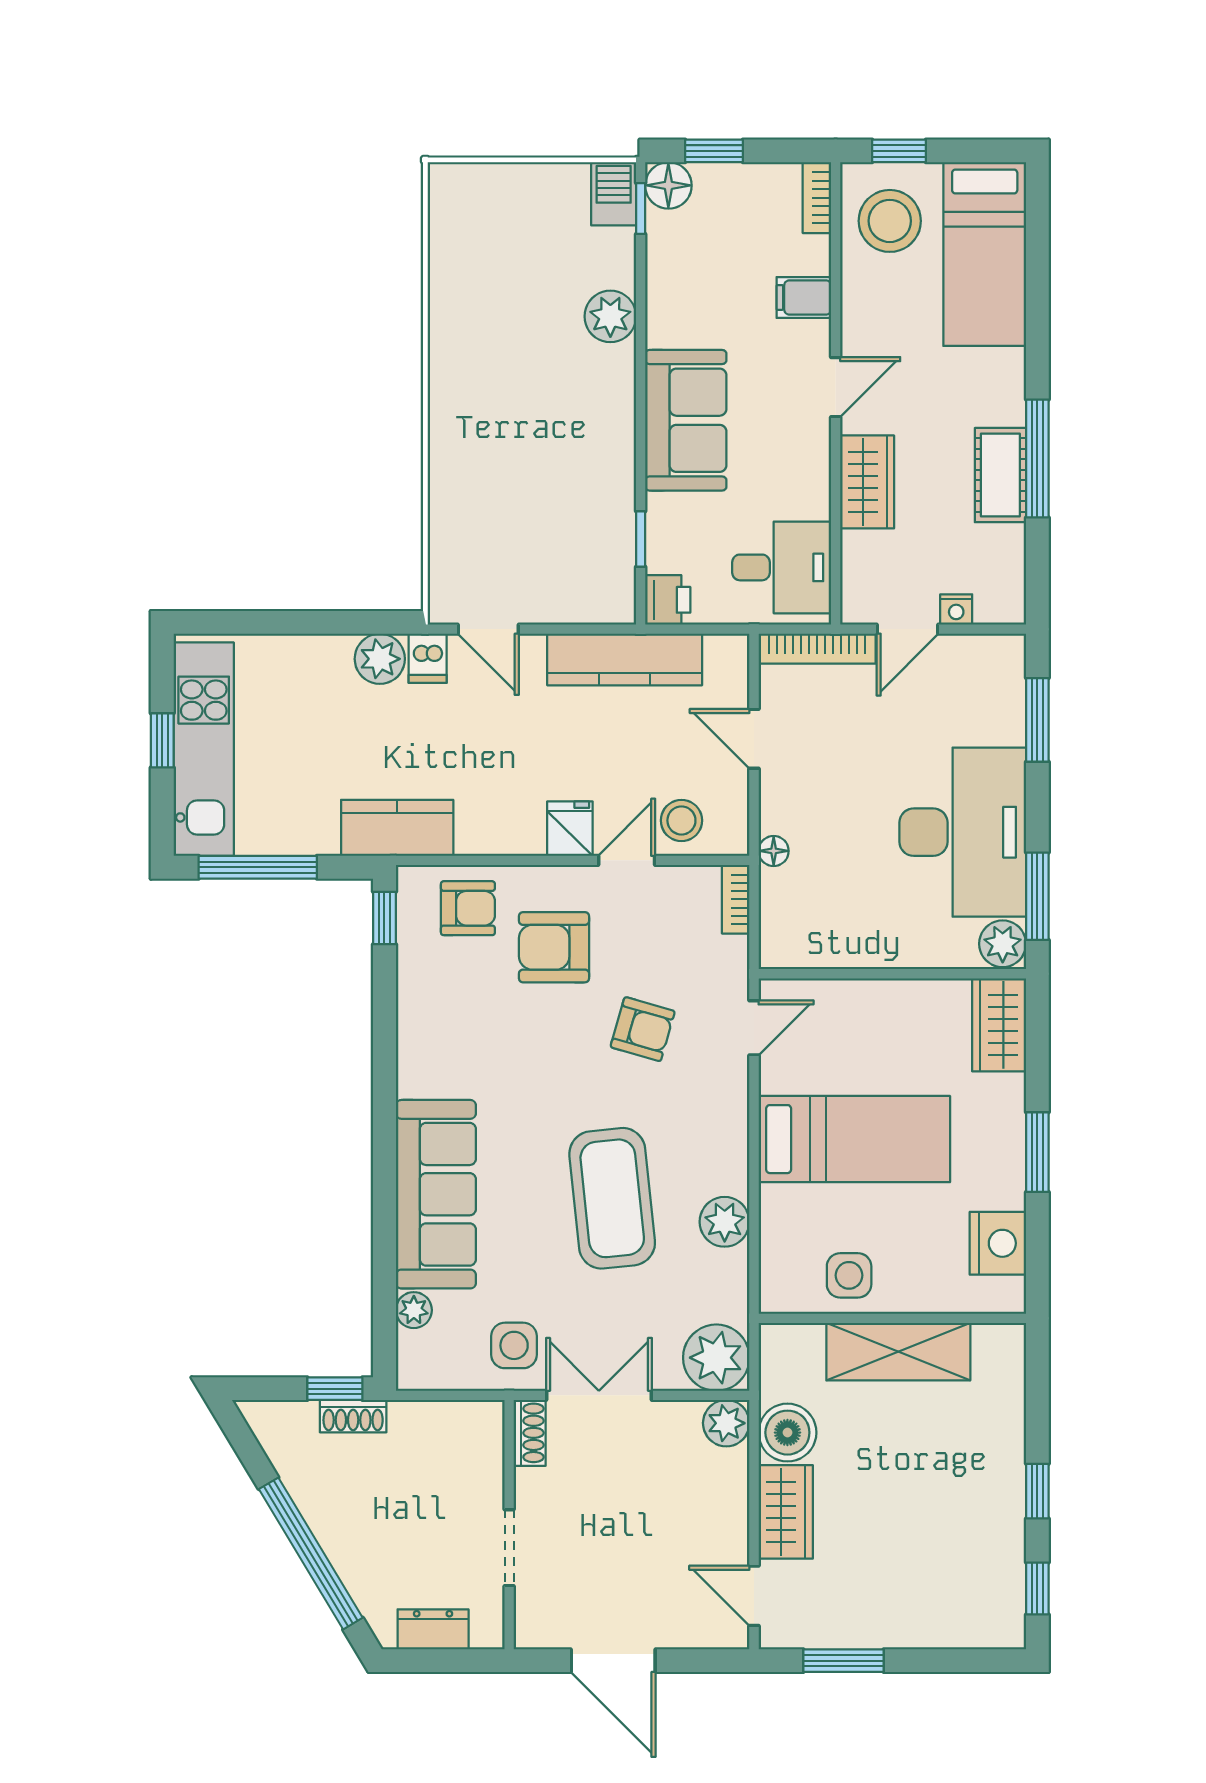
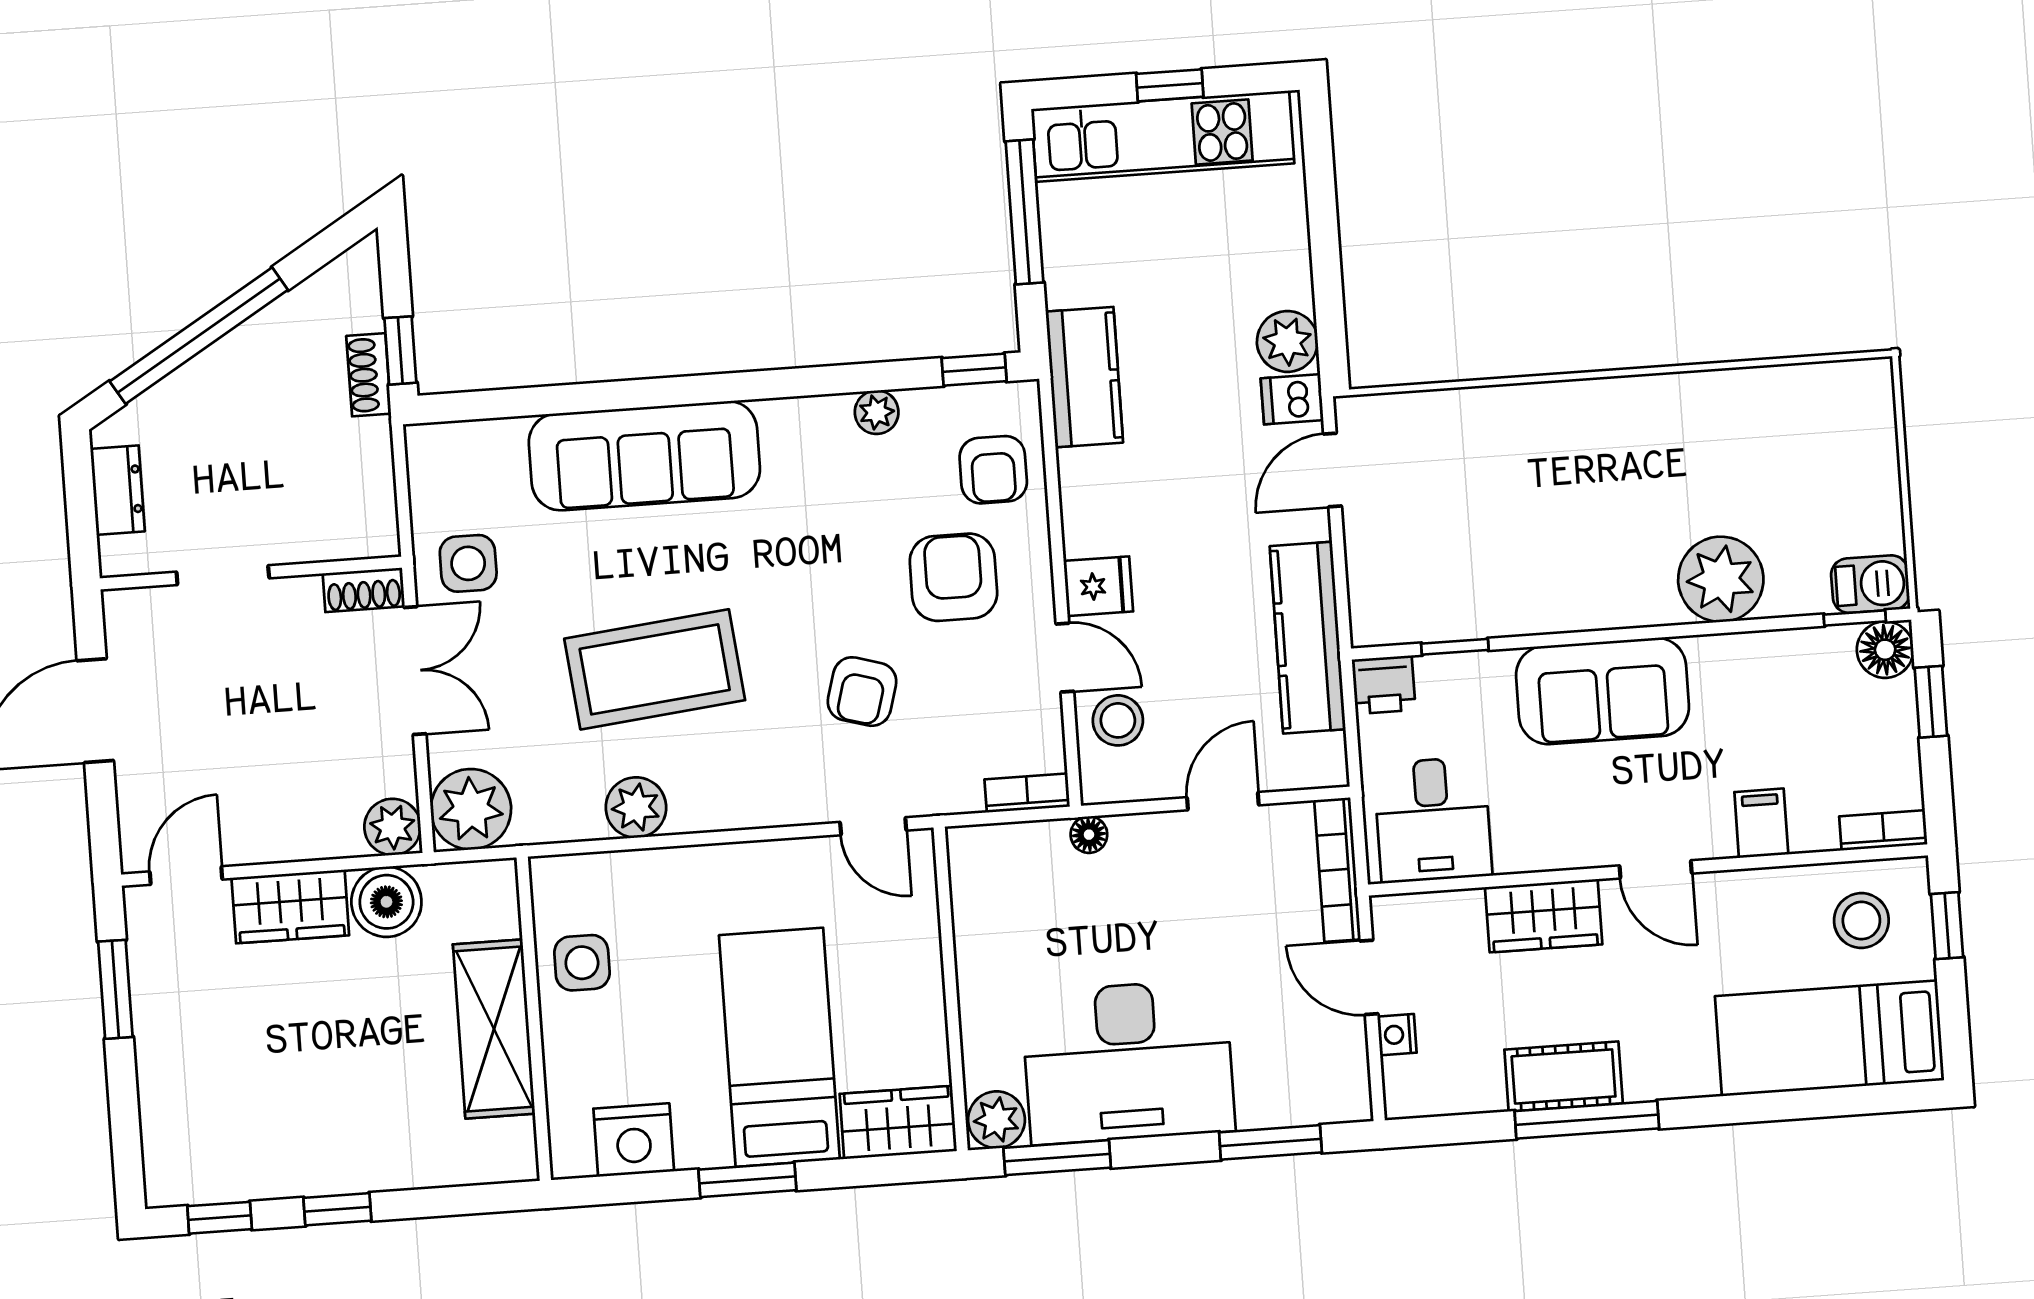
stool: (890, 221) -> (1861, 921), width x0.73, depth x0.73
plant: (610, 316) -> (1721, 579), width x1.36, depth x1.36
bed: (854, 1139) -> (779, 1047), moved, turned 180
plant: (414, 1310) -> (877, 412), moved

